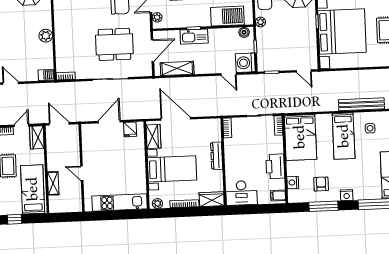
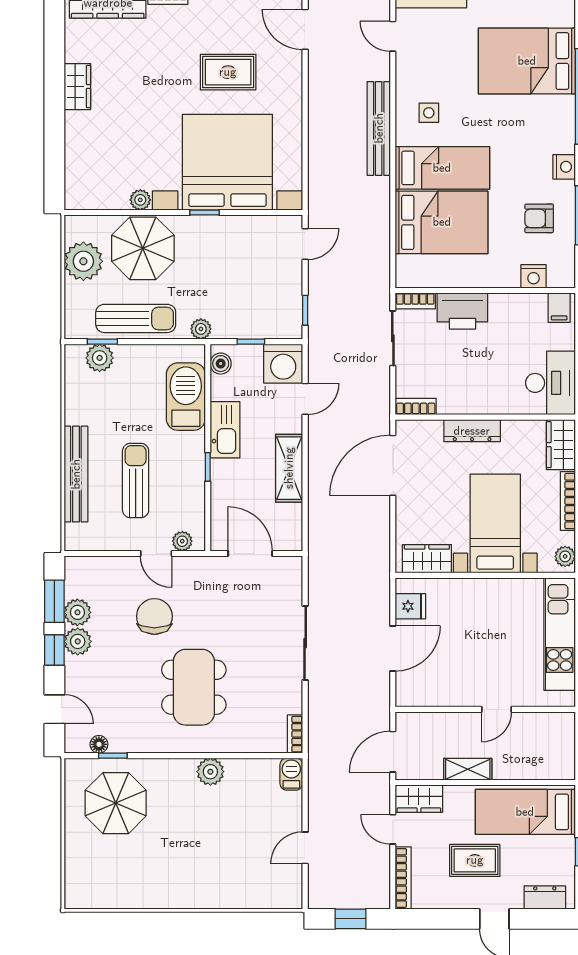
kitchen sink: (194, 37) -> (225, 430), moved
dining table: (114, 44) -> (194, 687), moved
shelving: (177, 68) -> (289, 468), moved
door: (176, 119) -> (393, 465), moved
door: (109, 122) -> (393, 648), swing flipped
bed: (300, 137) -> (442, 222), moved
printer: (275, 166) -> (462, 311), moved
shelving: (53, 183) -> (468, 769), moved

